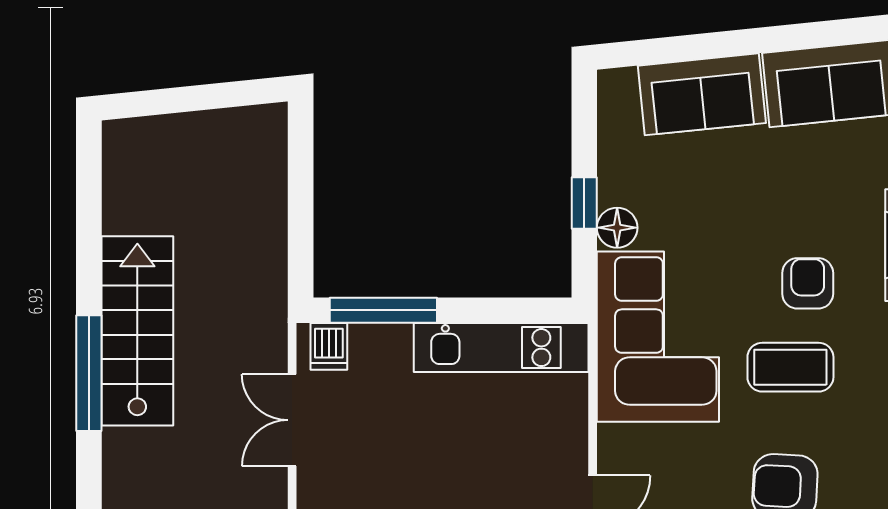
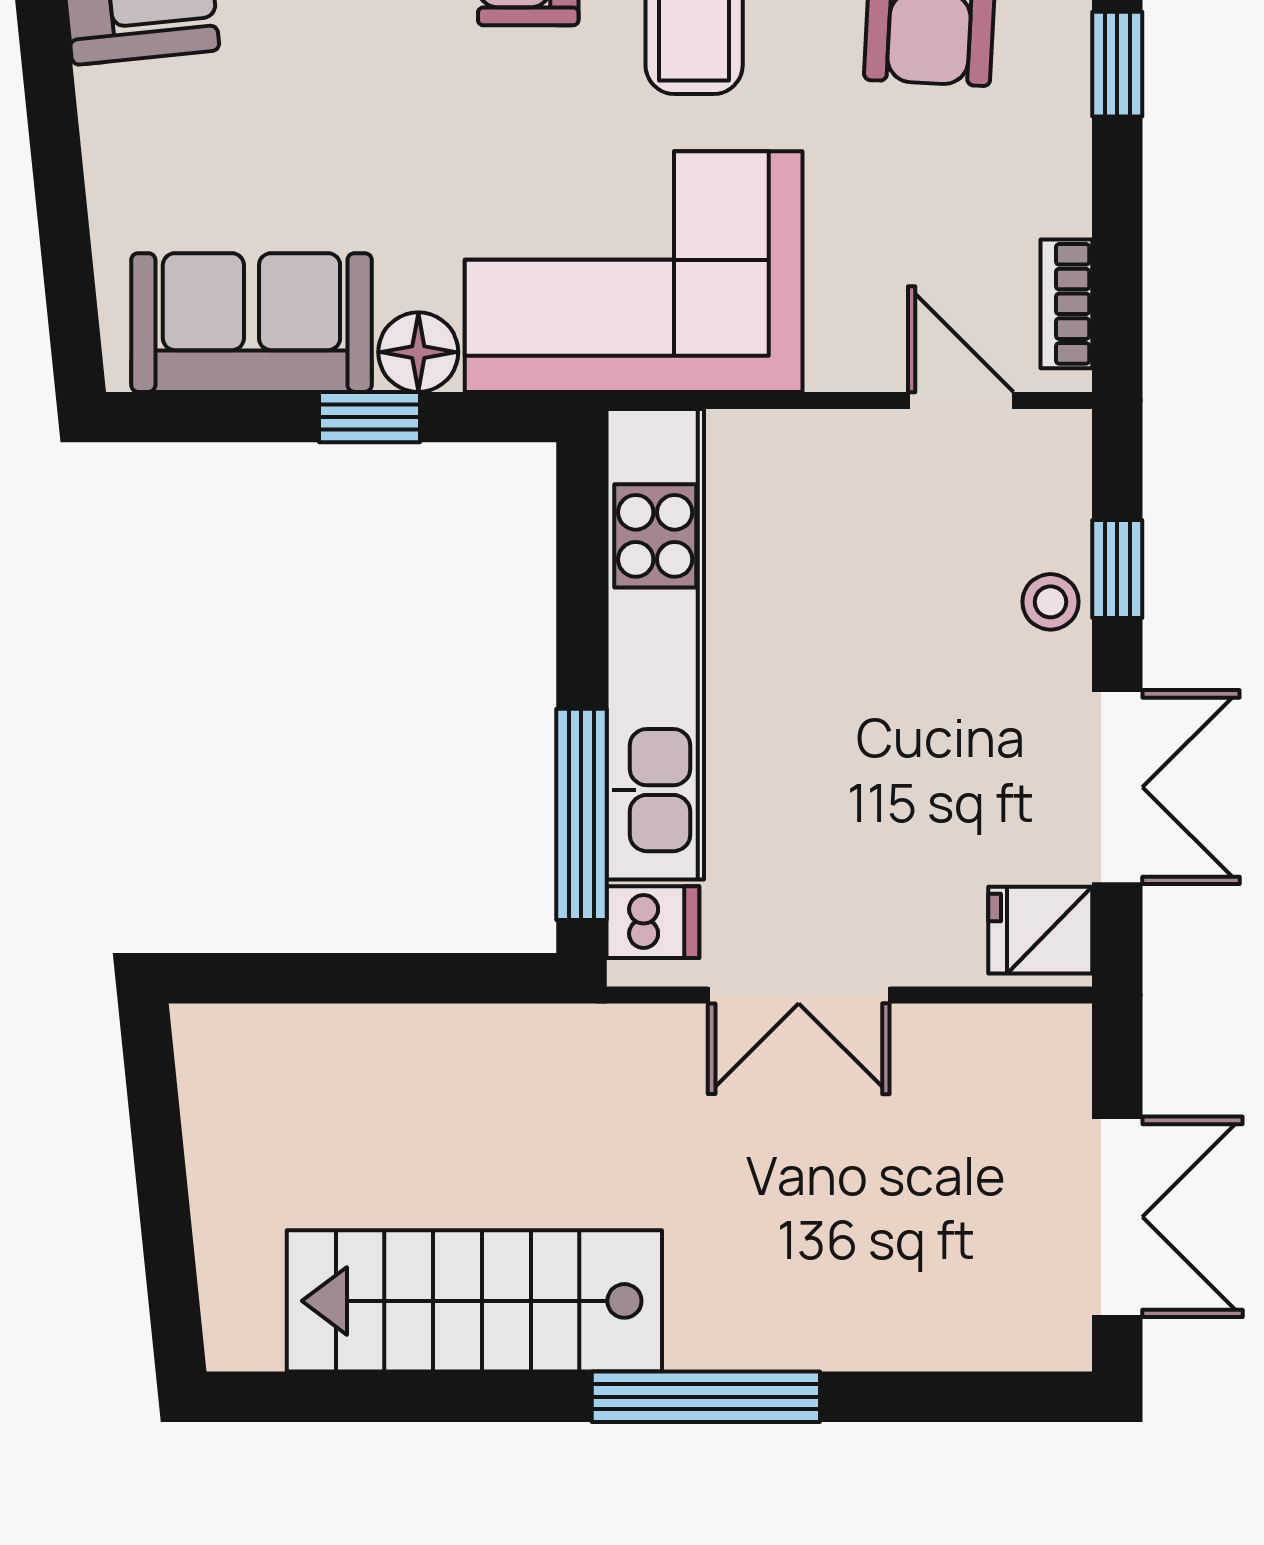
sofa: (702, 94) -> (251, 323), moved, turned -84
stairs: (137, 331) -> (474, 1301), moved
kitchen unit: (501, 348) -> (655, 644), width x1.36

